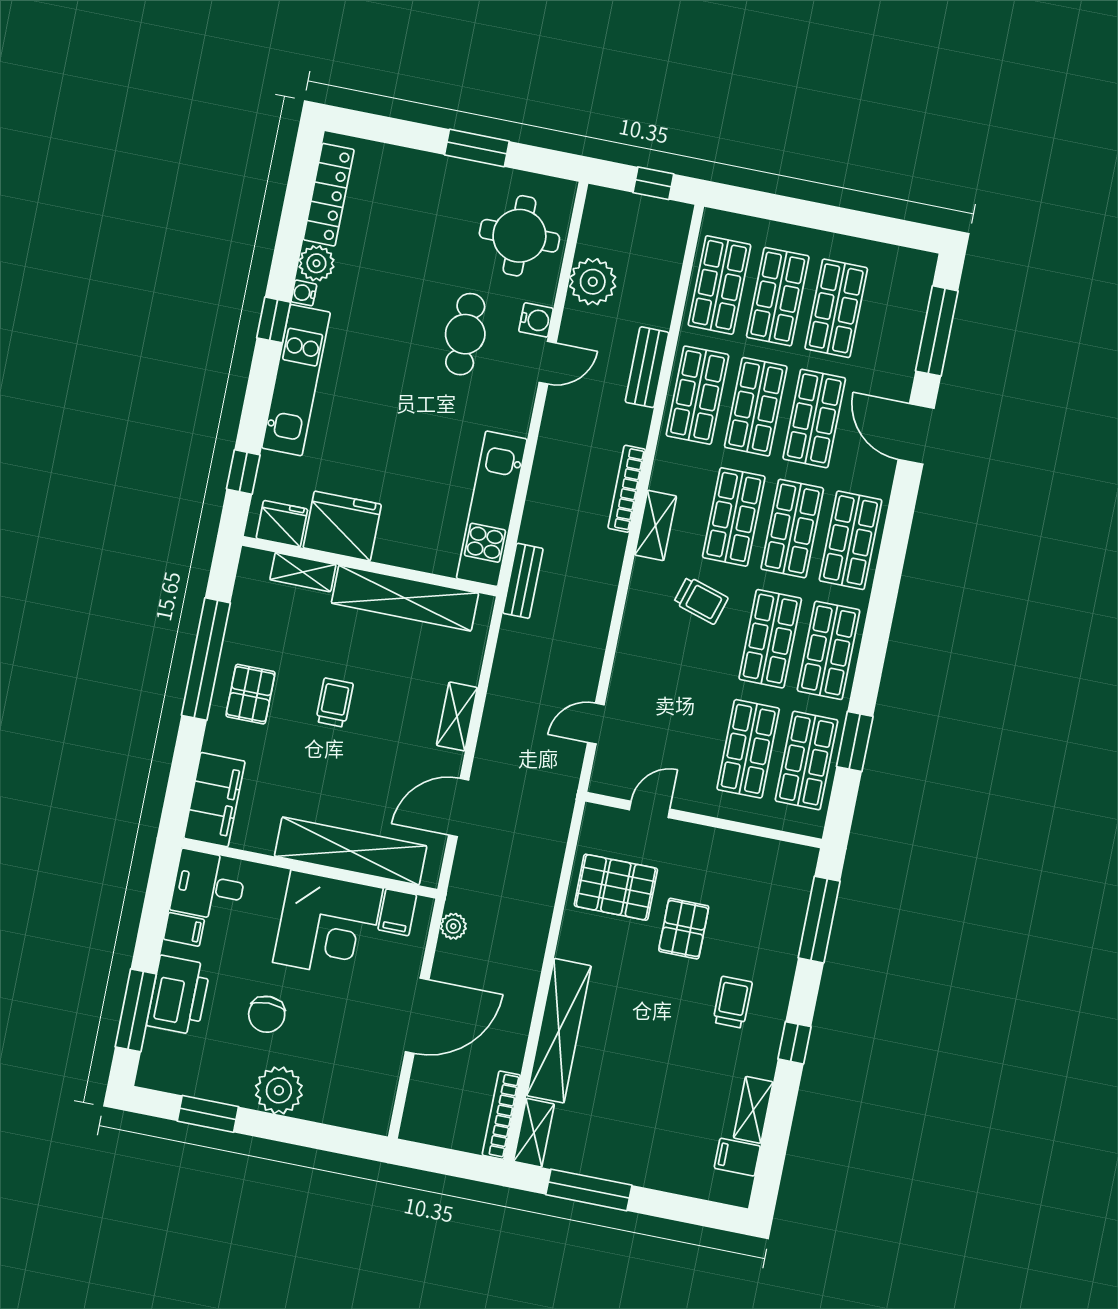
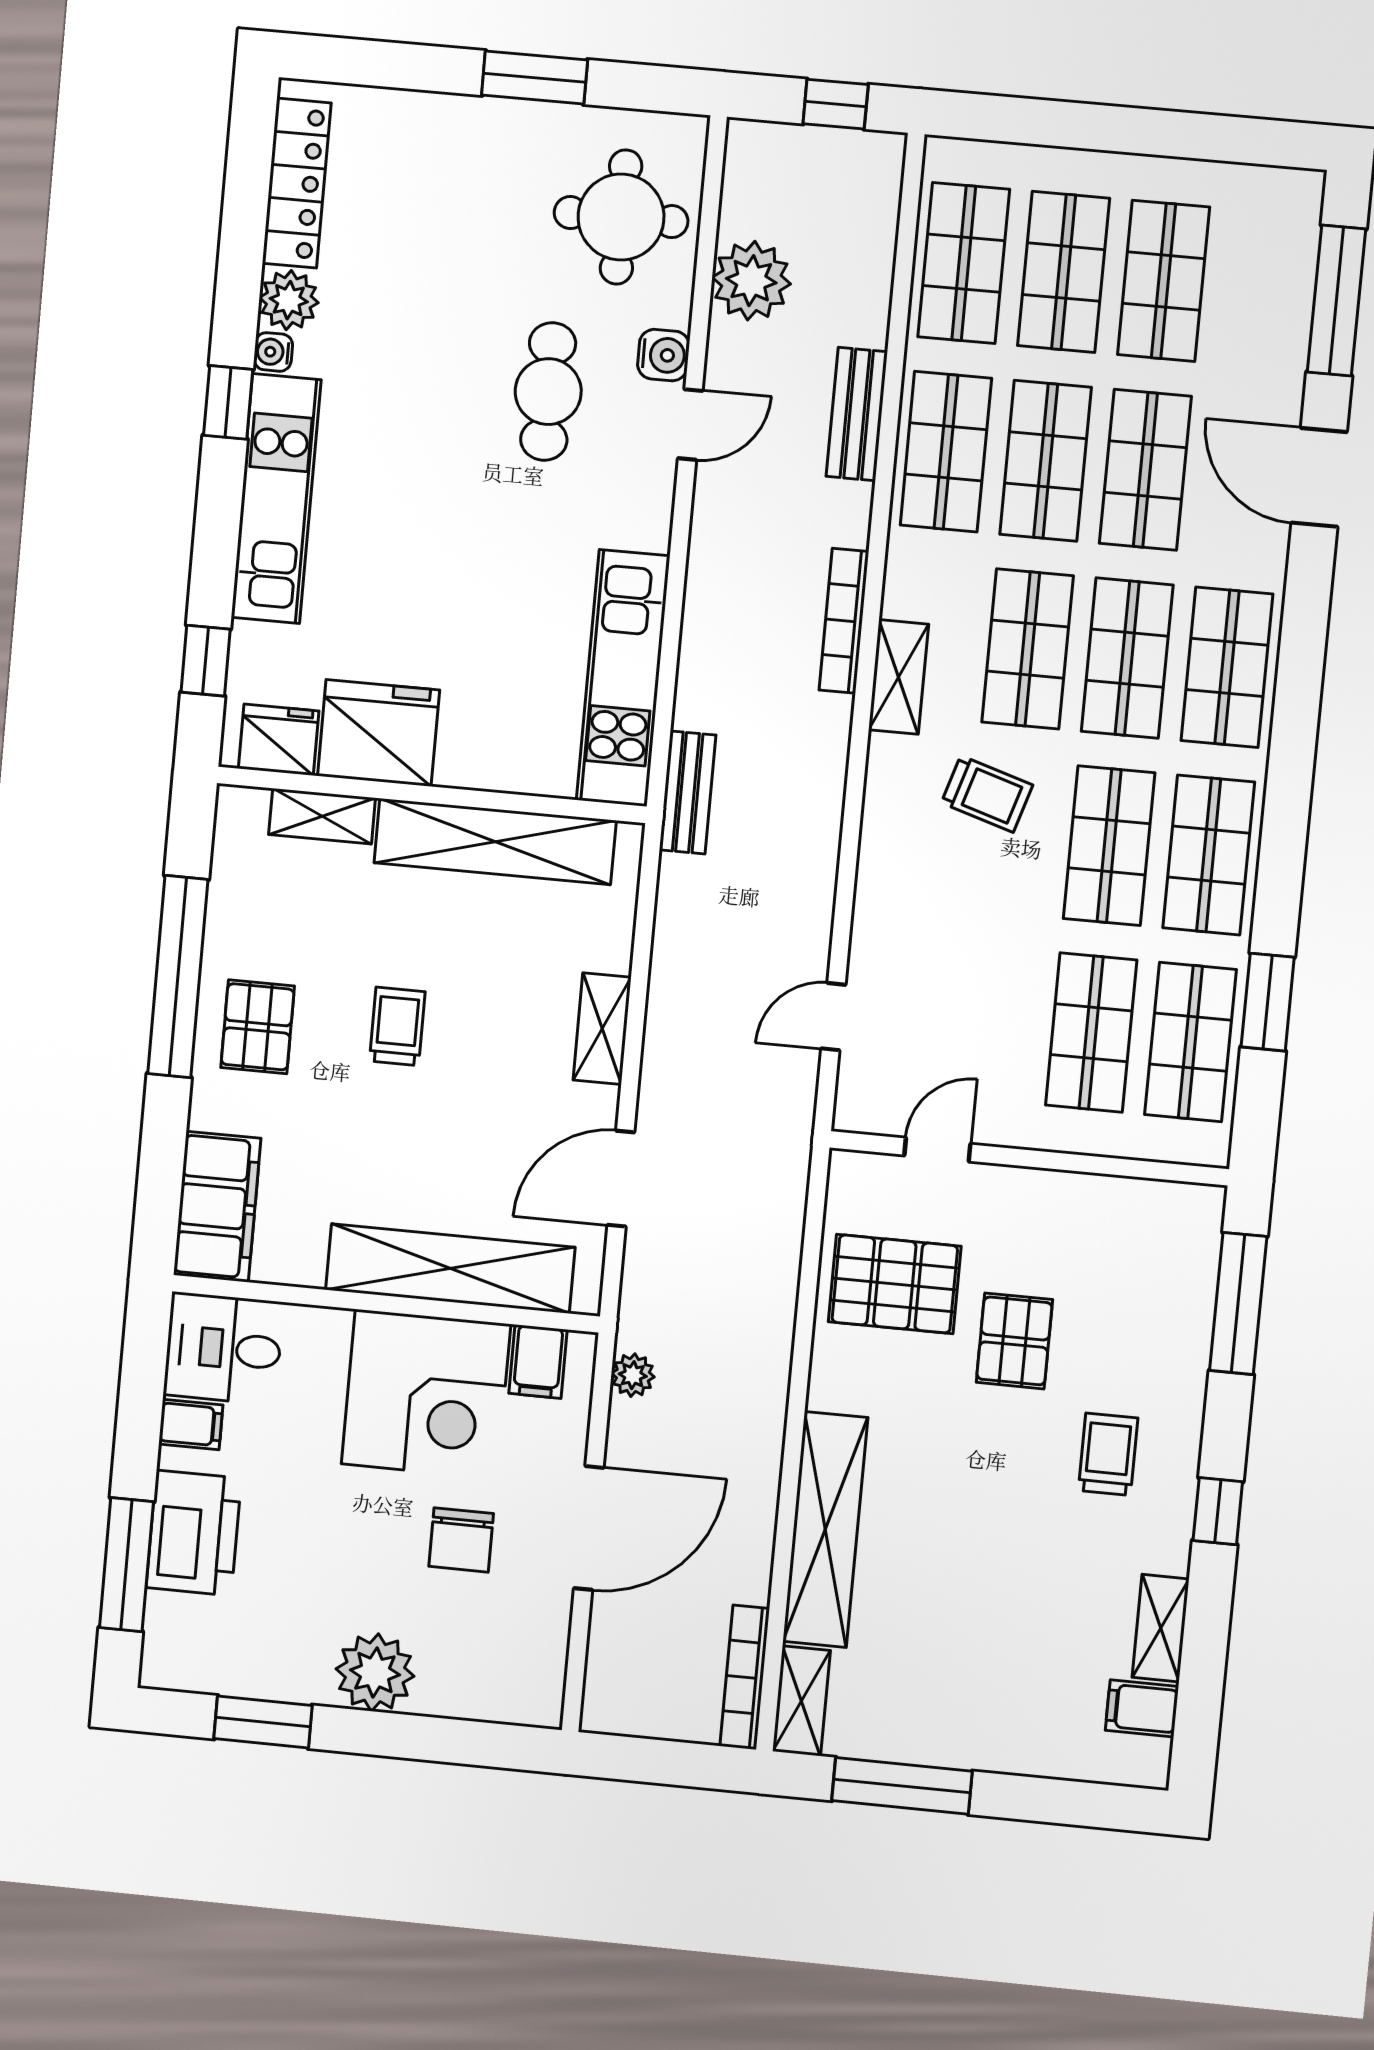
chair: (267, 1014) -> (461, 1540), moved

